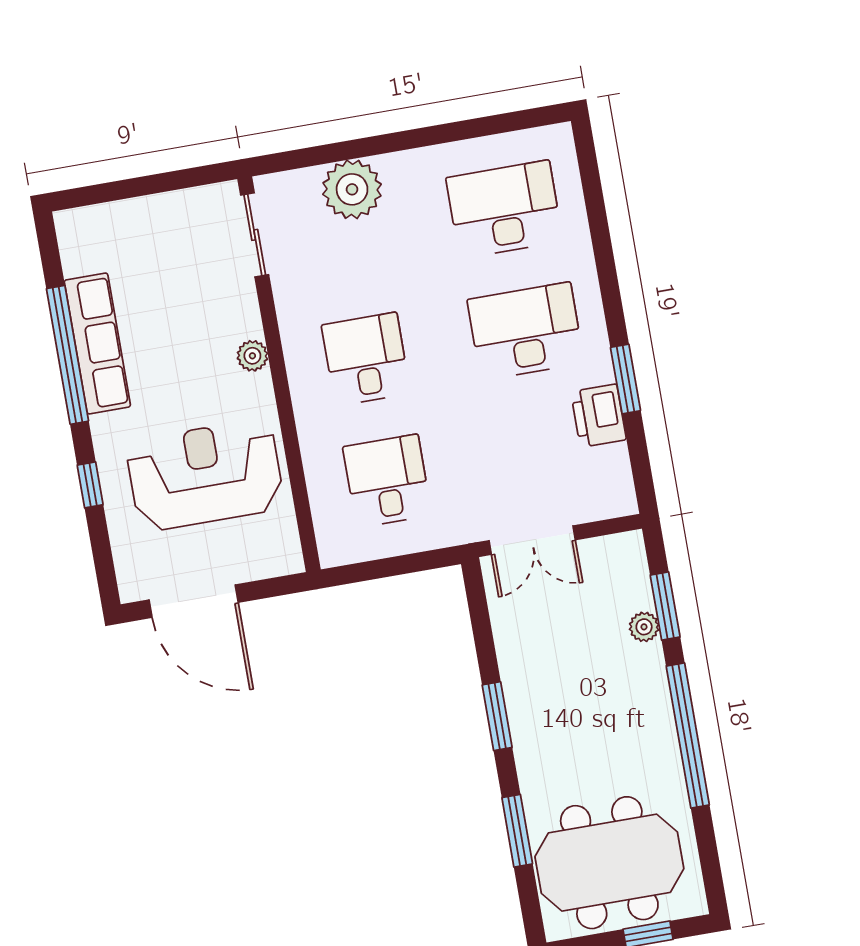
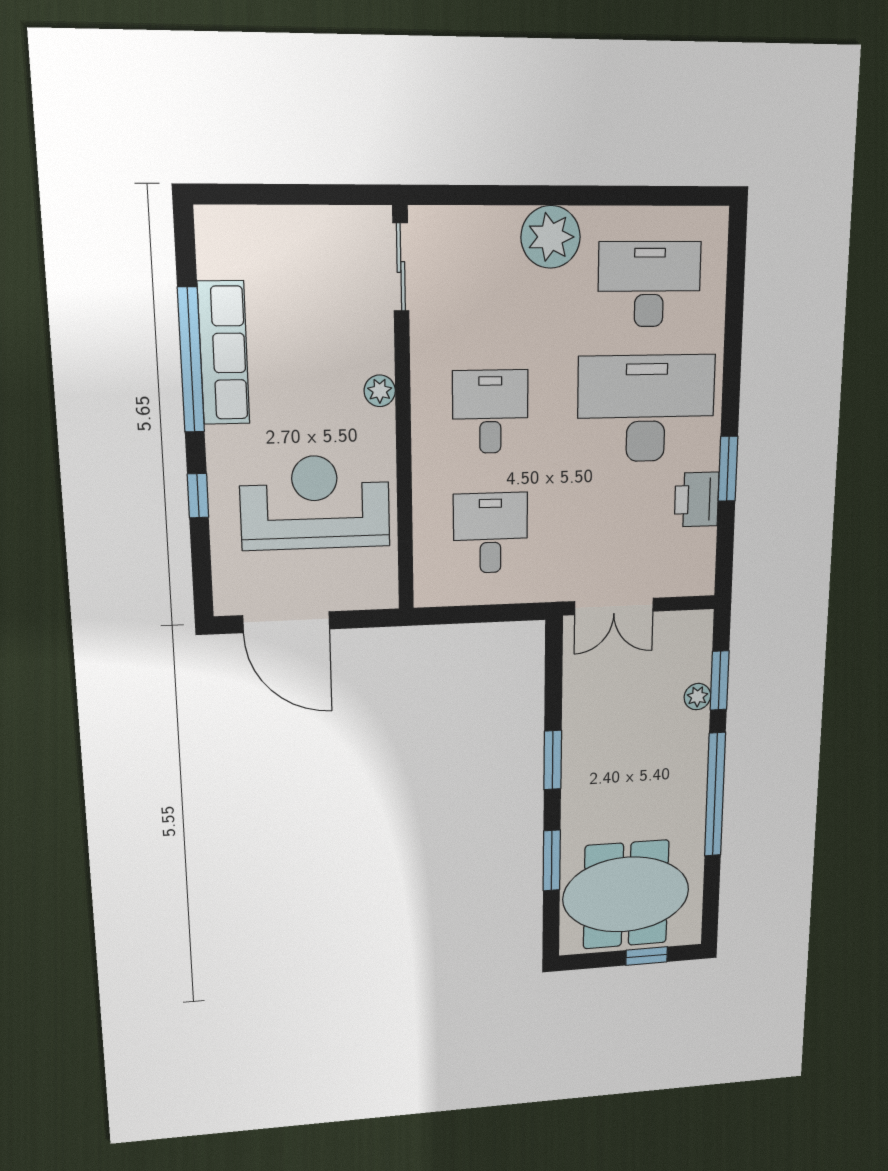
plant: (352, 189) -> (551, 237), moved
desk: (526, 331) -> (646, 409), width x1.36, depth x1.30

